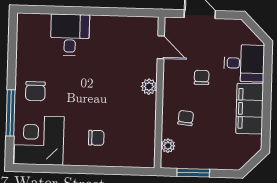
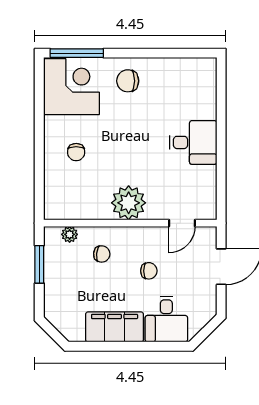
desk: (70, 35) -> (193, 142), moved
plant: (149, 87) -> (129, 203), width x1.88, depth x1.88
window: (10, 113) -> (77, 53), moved

